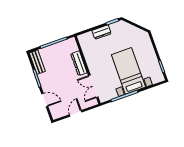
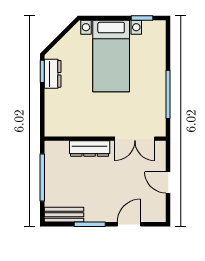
dresser: (102, 32) -> (53, 74), moved
bed with nightstands: (128, 71) -> (111, 56), moved, turned -90

